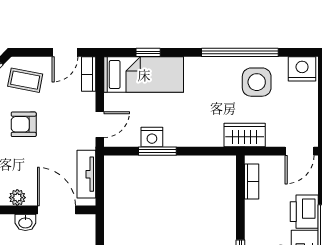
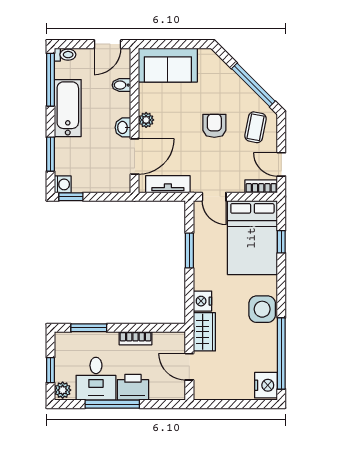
window: (240, 52) -> (281, 353), moved
bed: (144, 75) -> (252, 238), width x1.50
side table: (257, 82) -> (262, 309), moved
nightstand: (152, 137) -> (202, 301), moved
door: (300, 151) -> (189, 367), moved
bookcase: (252, 182) -> (135, 338), moved

